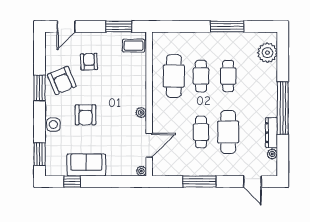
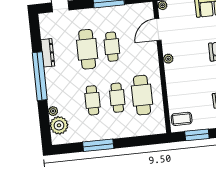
plant: (272, 154) -> (53, 111), moved

